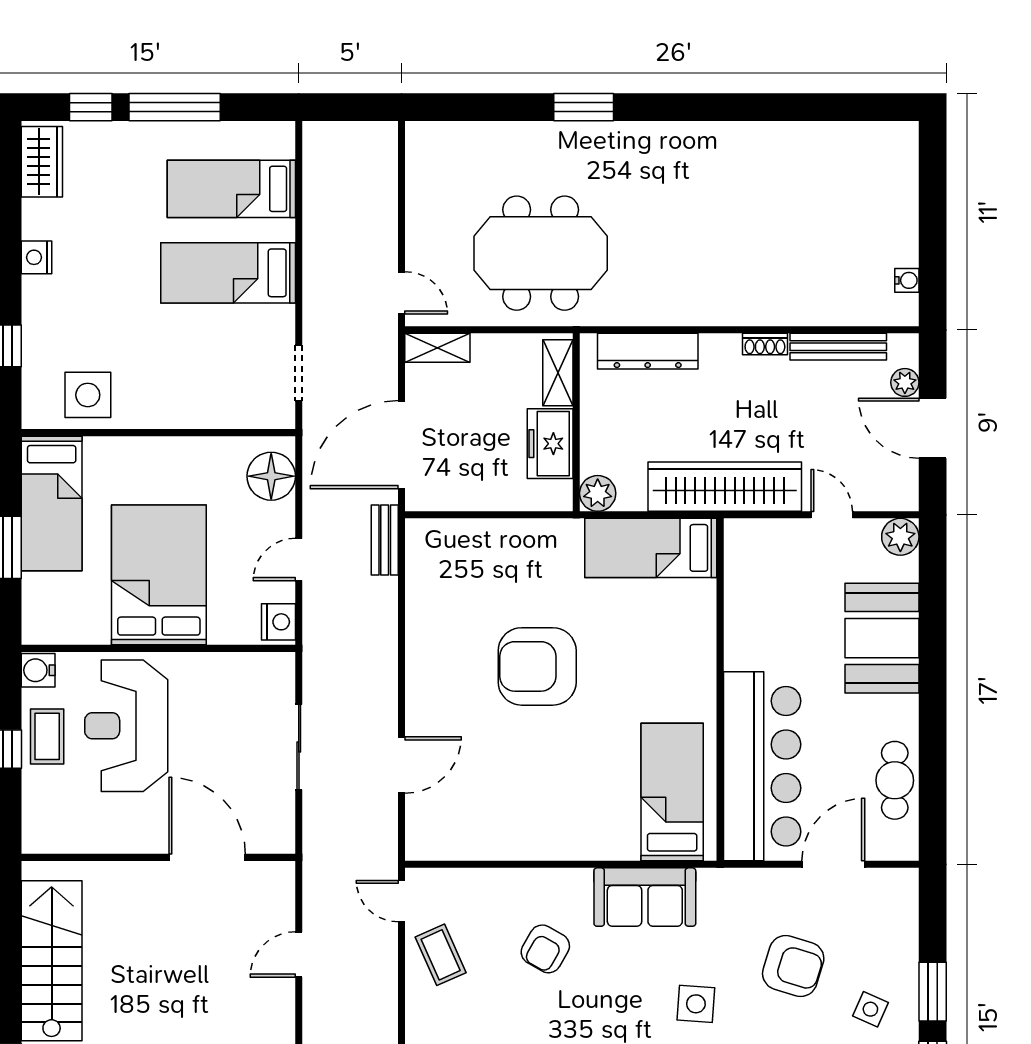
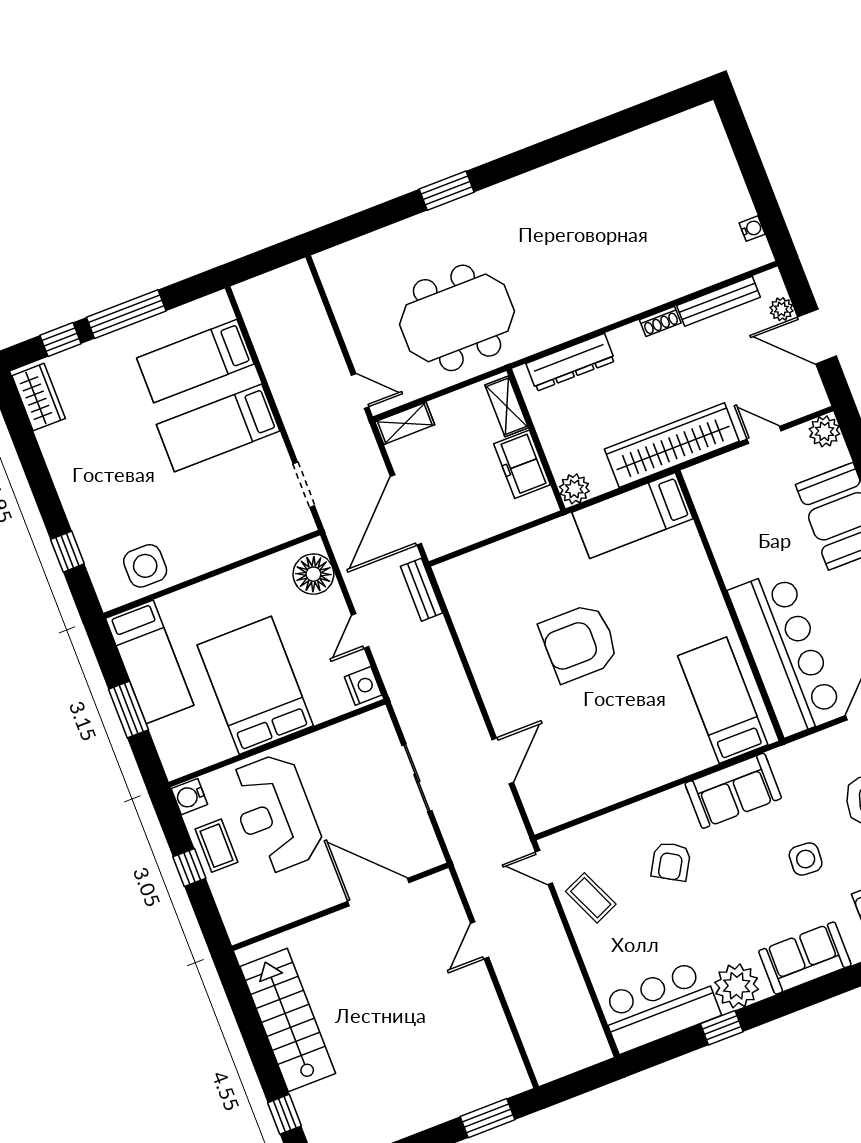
nightstand: (36, 257) -> (63, 474), removed

